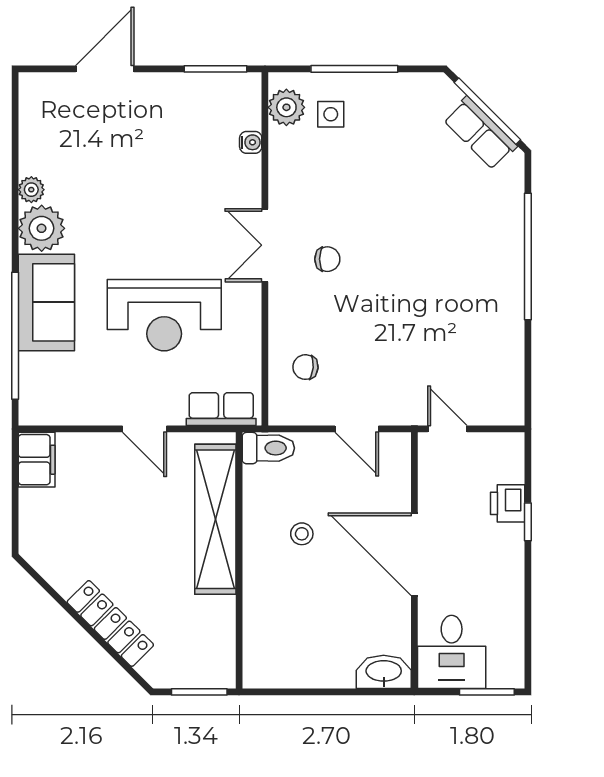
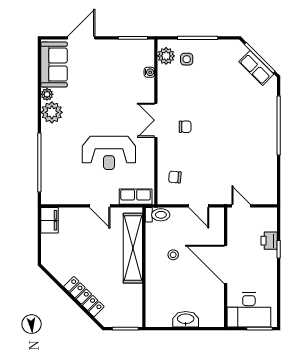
sofa: (46, 302) -> (54, 65), moved
desk: (452, 652) -> (249, 310), width x1.37
washbasin: (384, 672) -> (186, 319), moved

